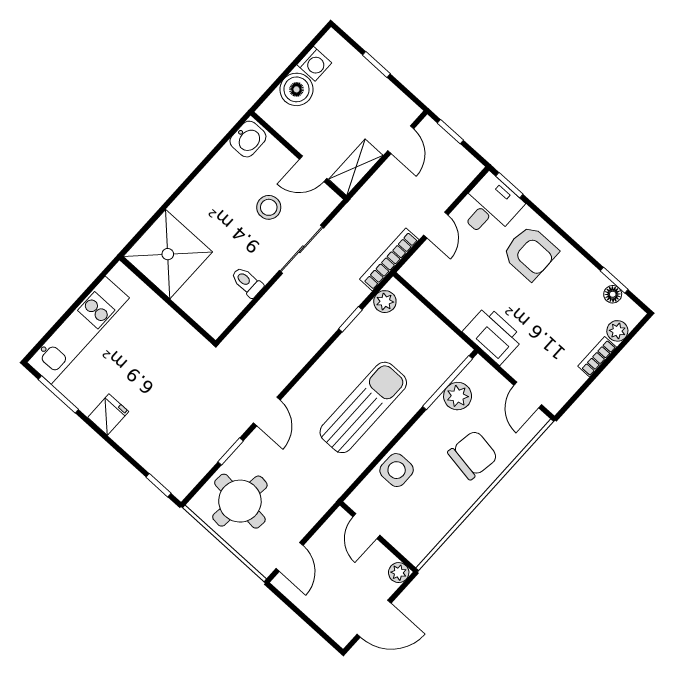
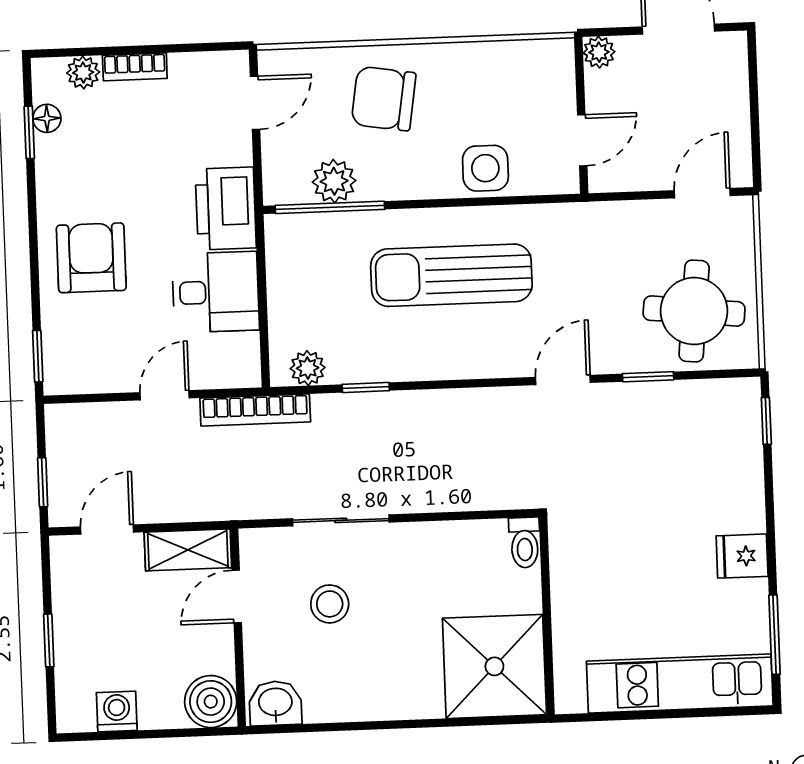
boiler: (296, 89) -> (211, 702), moved
door: (313, 169) -> (237, 596), swing flipped
desk: (489, 207) -> (216, 292), moved, turned 180
toilet: (247, 282) -> (525, 543), moved

